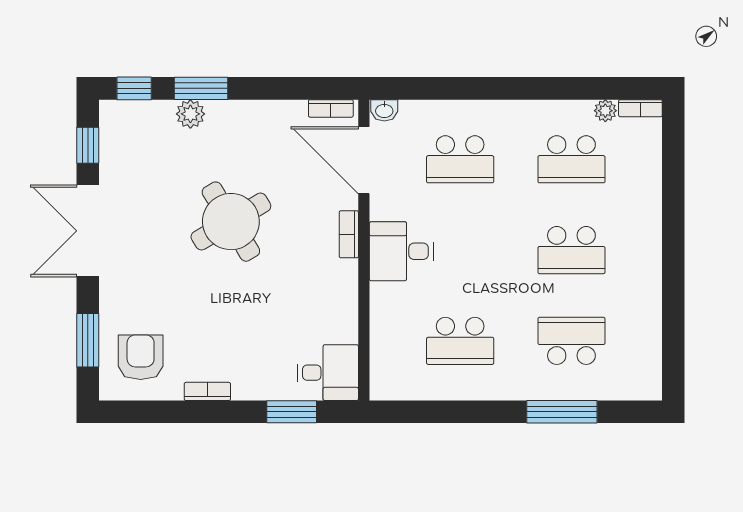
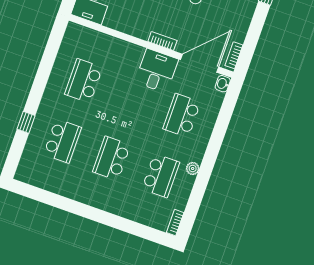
plant: (605, 111) -> (193, 168), moved
school desk: (571, 159) -> (161, 176), turned 180
desk: (401, 251) -> (157, 71), moved
window: (562, 412) -> (26, 122), width x0.46

